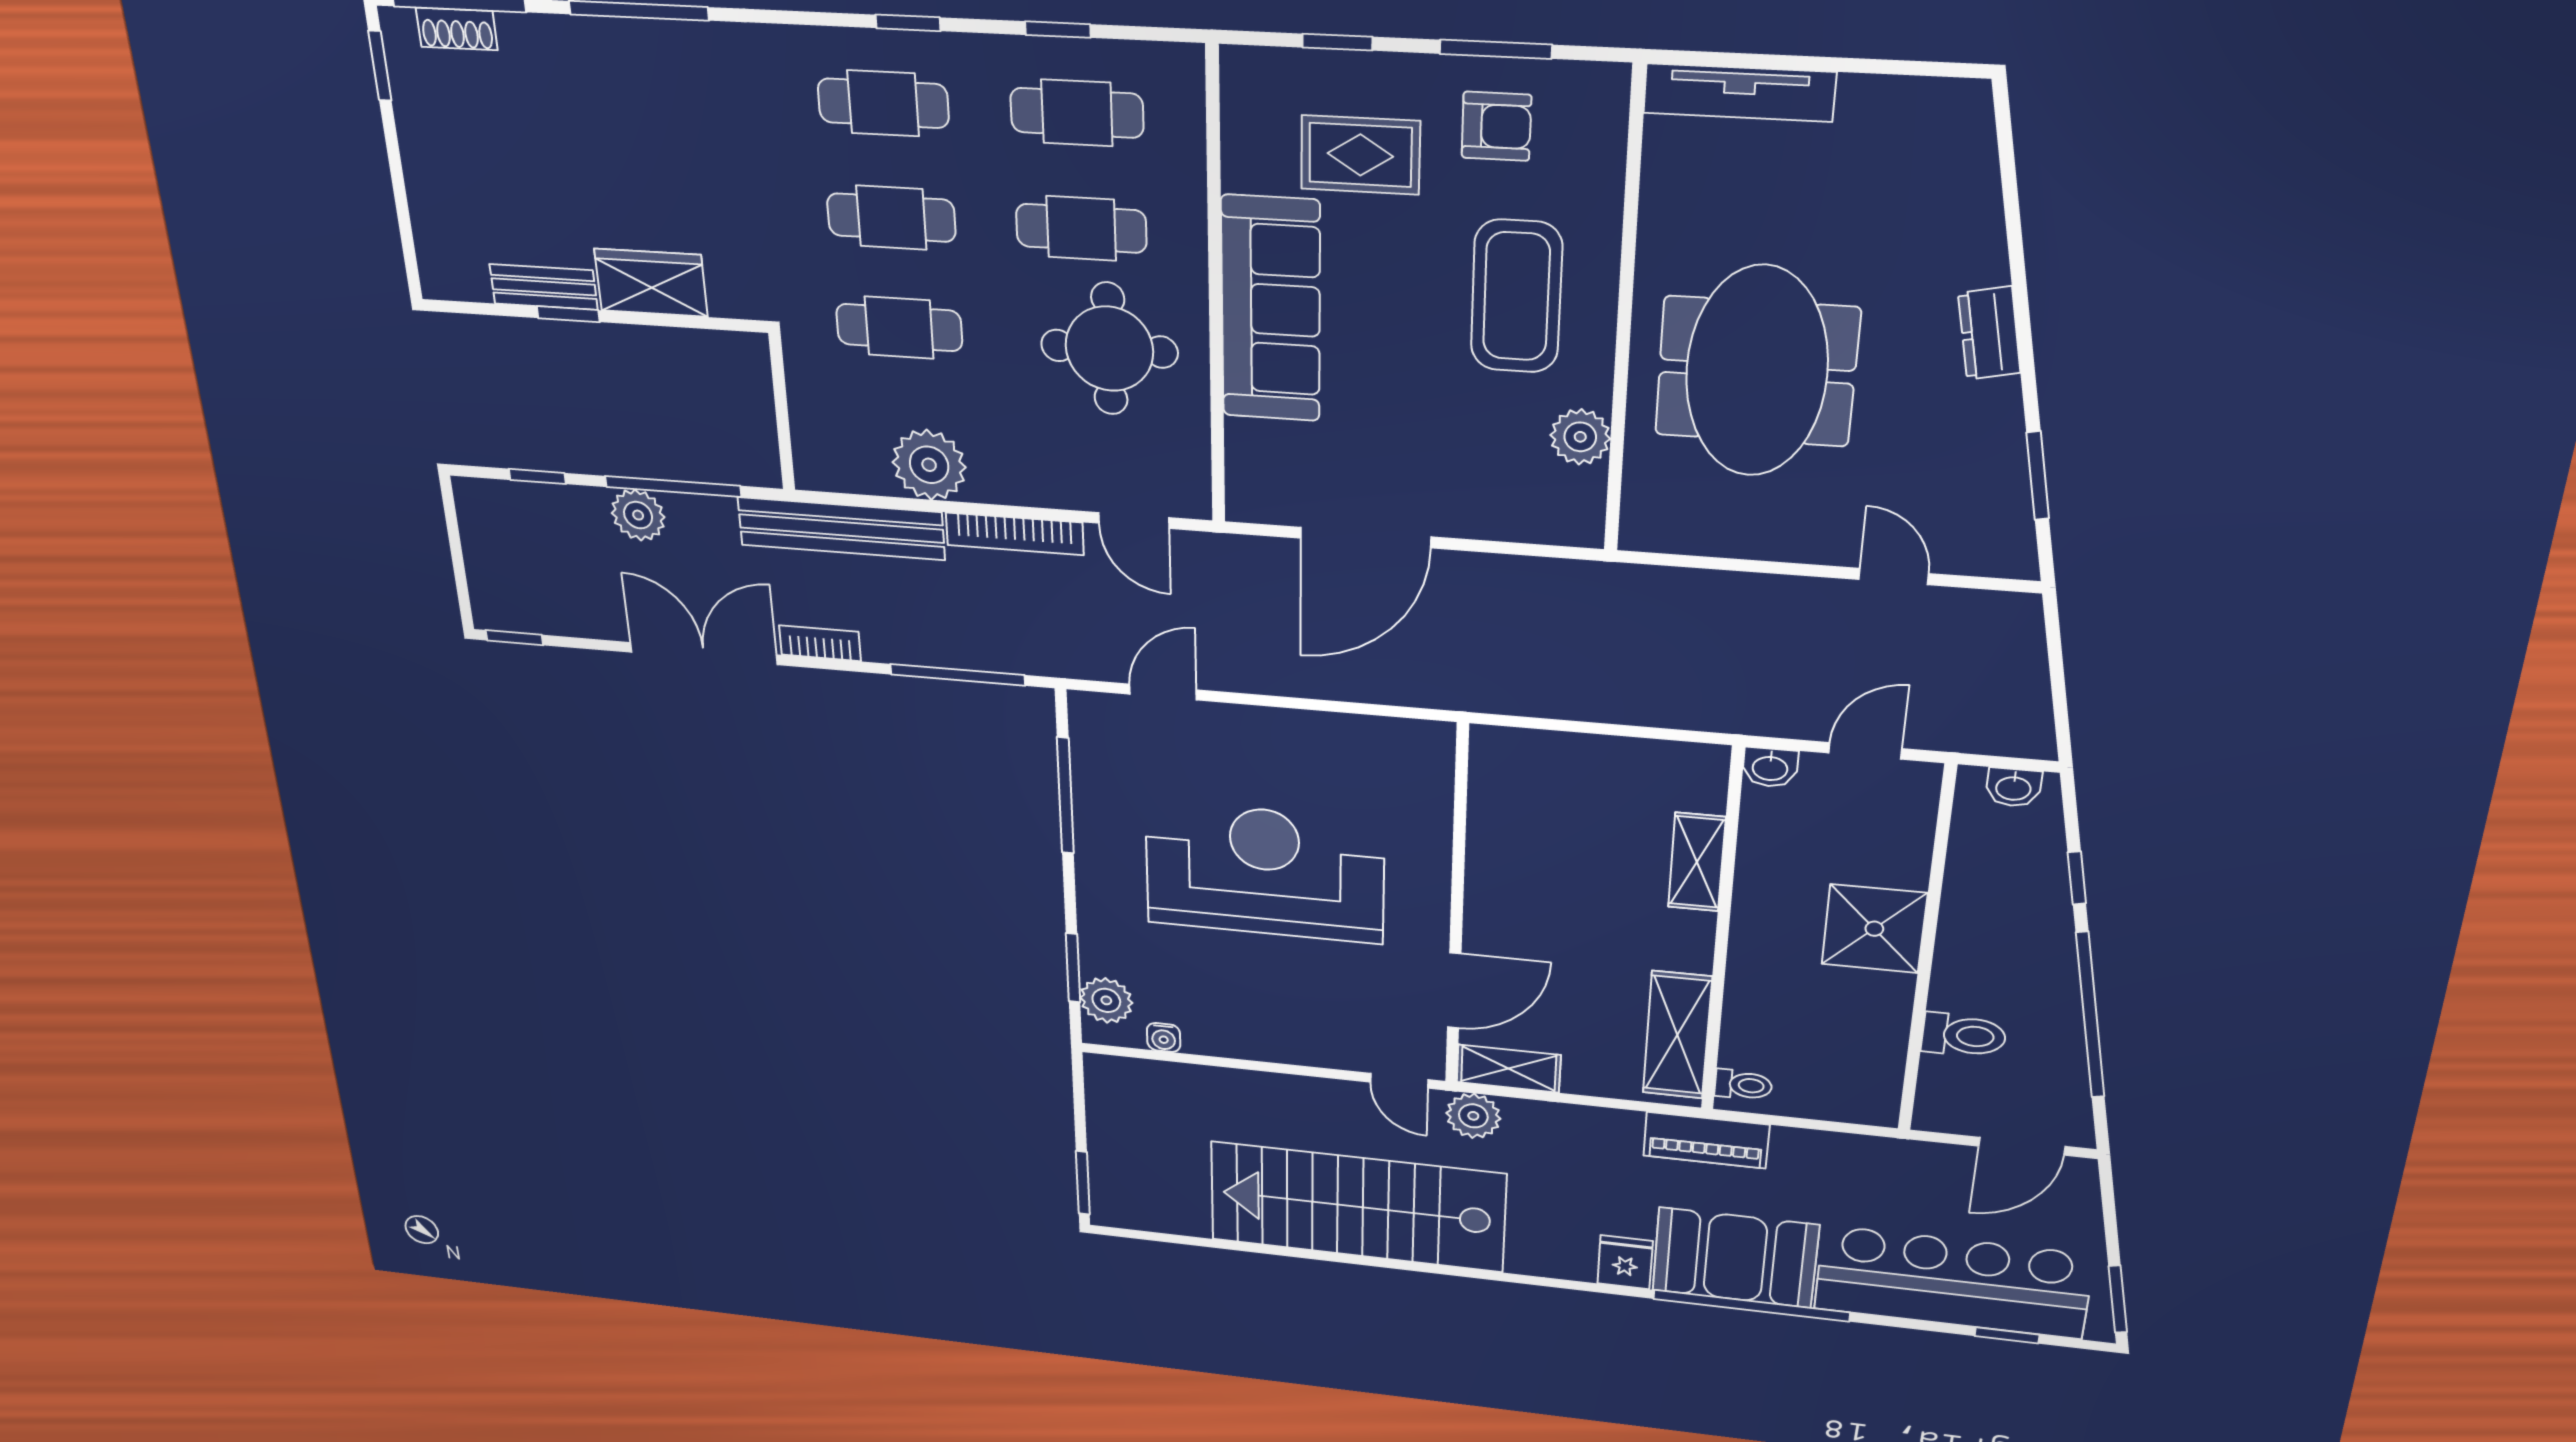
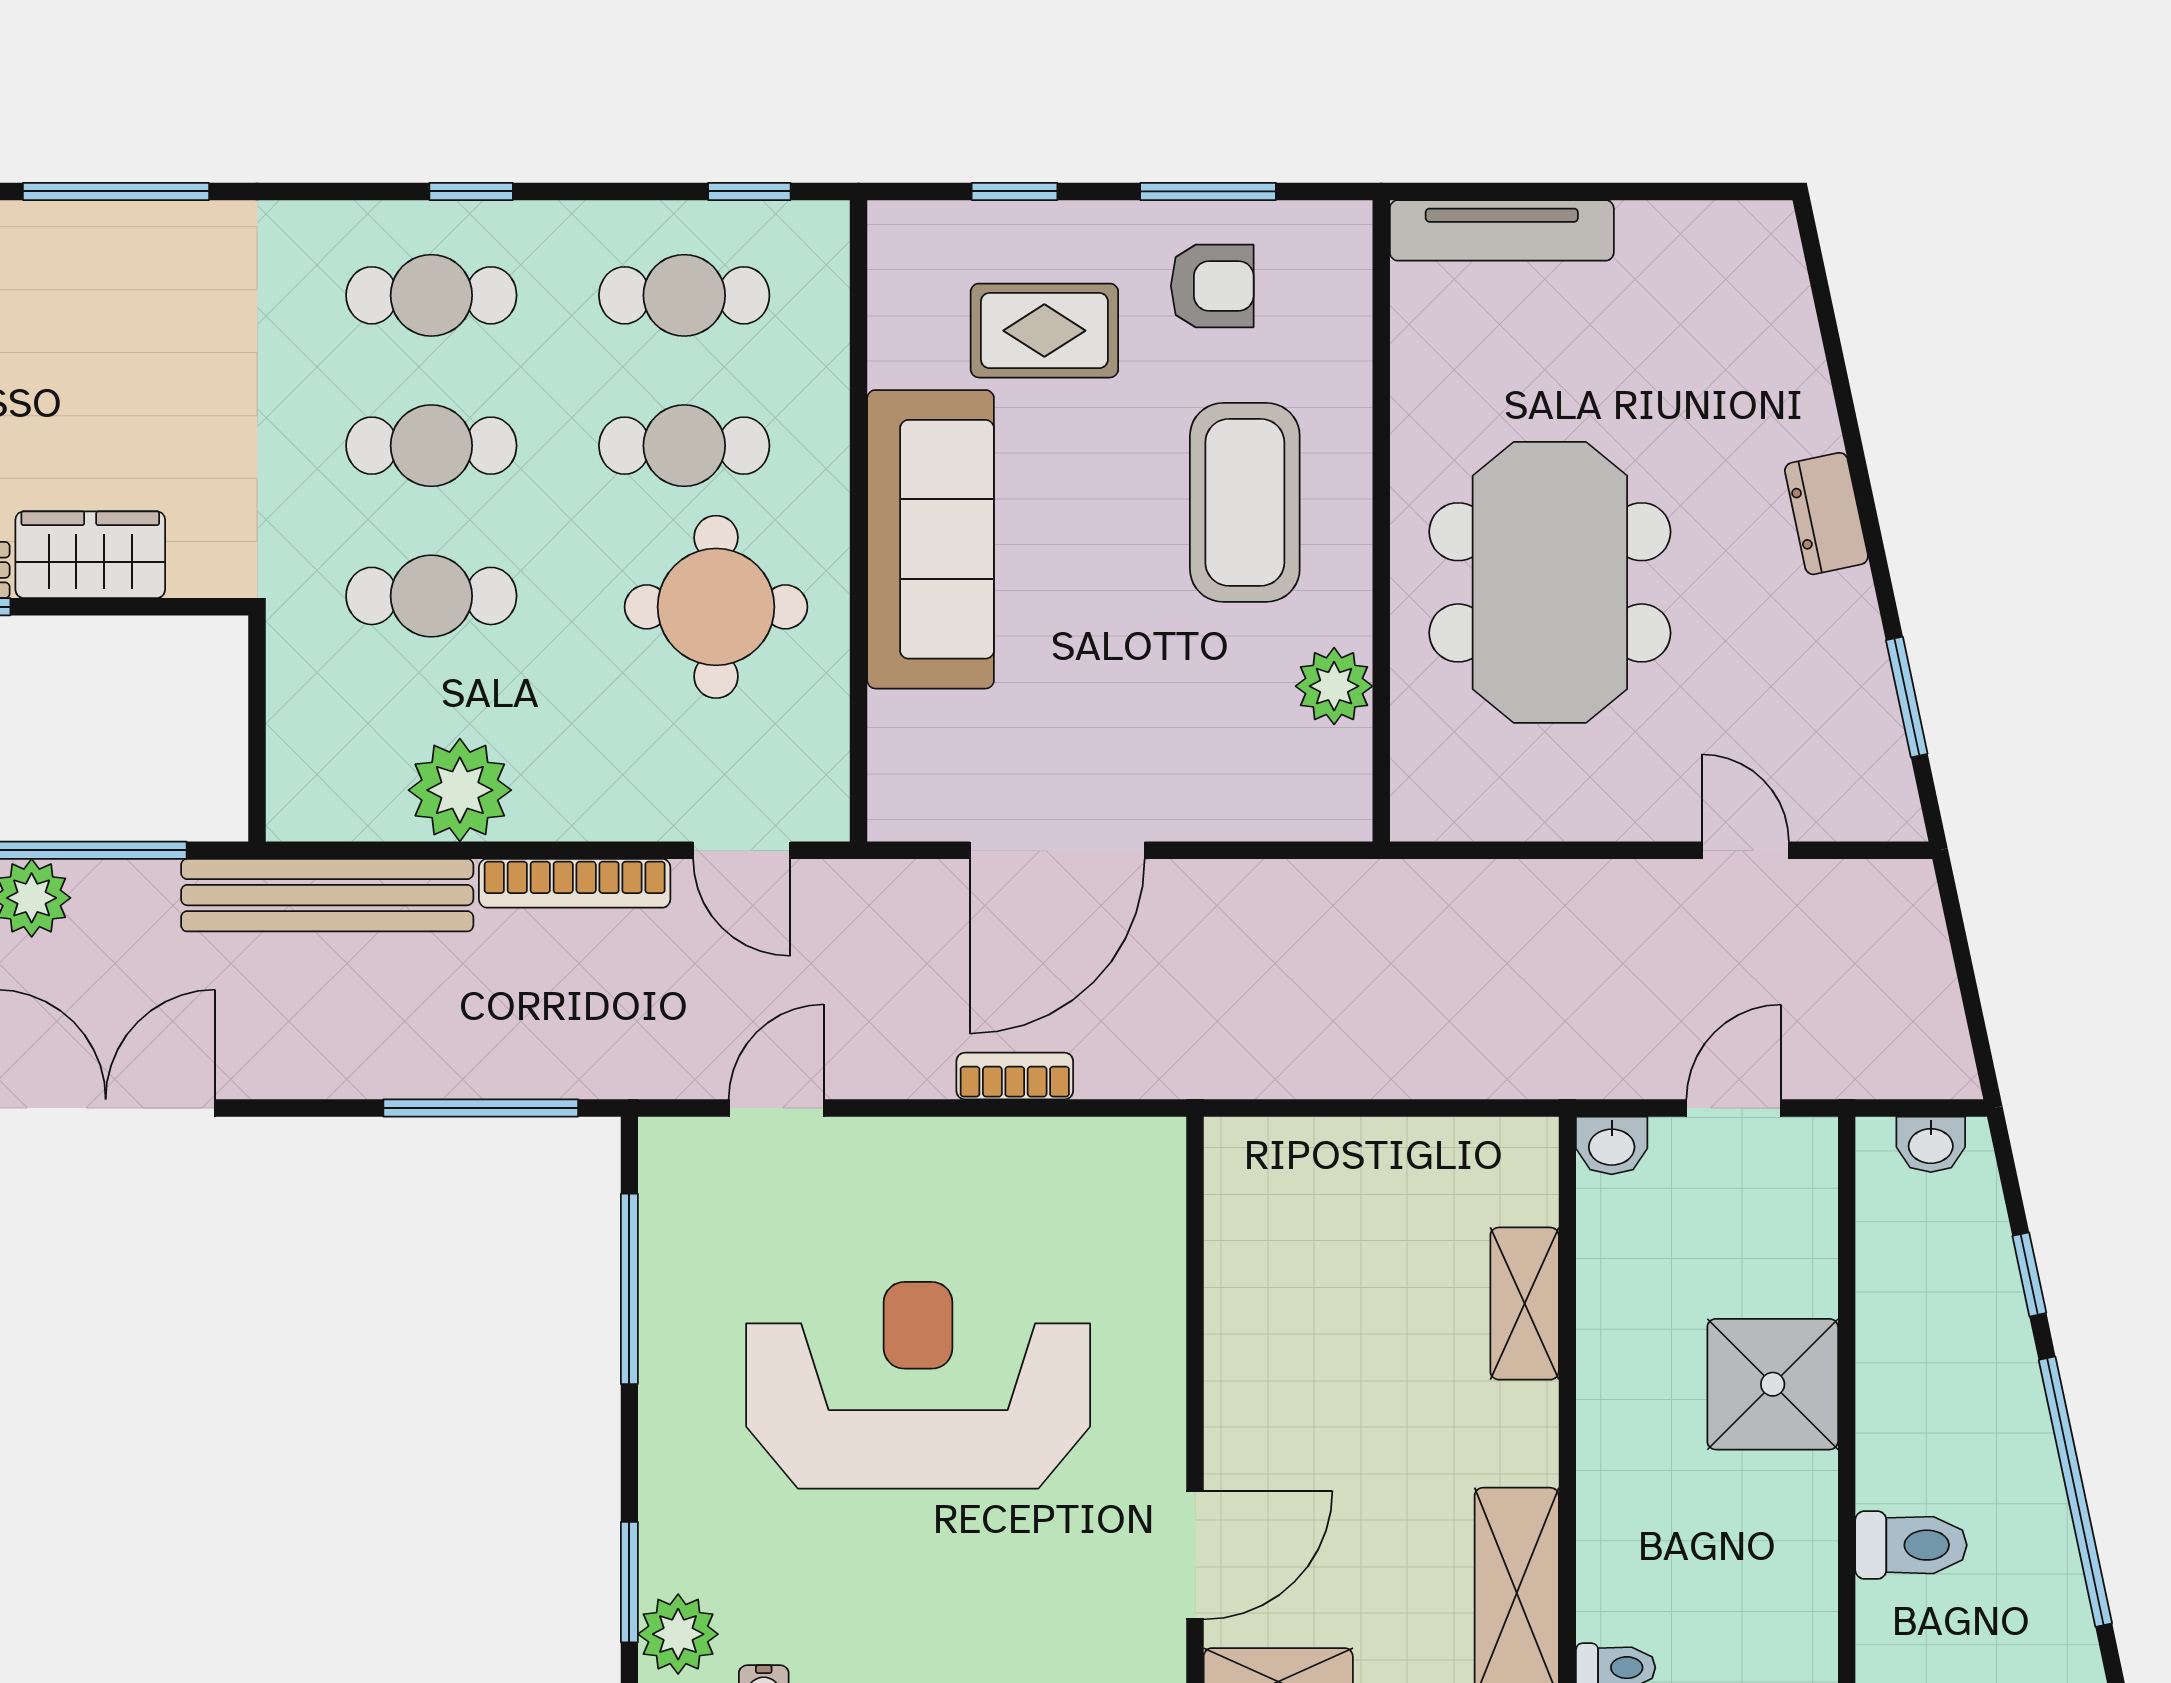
window: (1058, 30) -> (749, 191), moved
bookcase: (820, 643) -> (1015, 1076), moved

